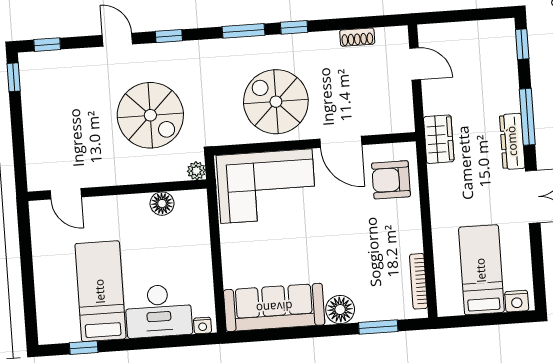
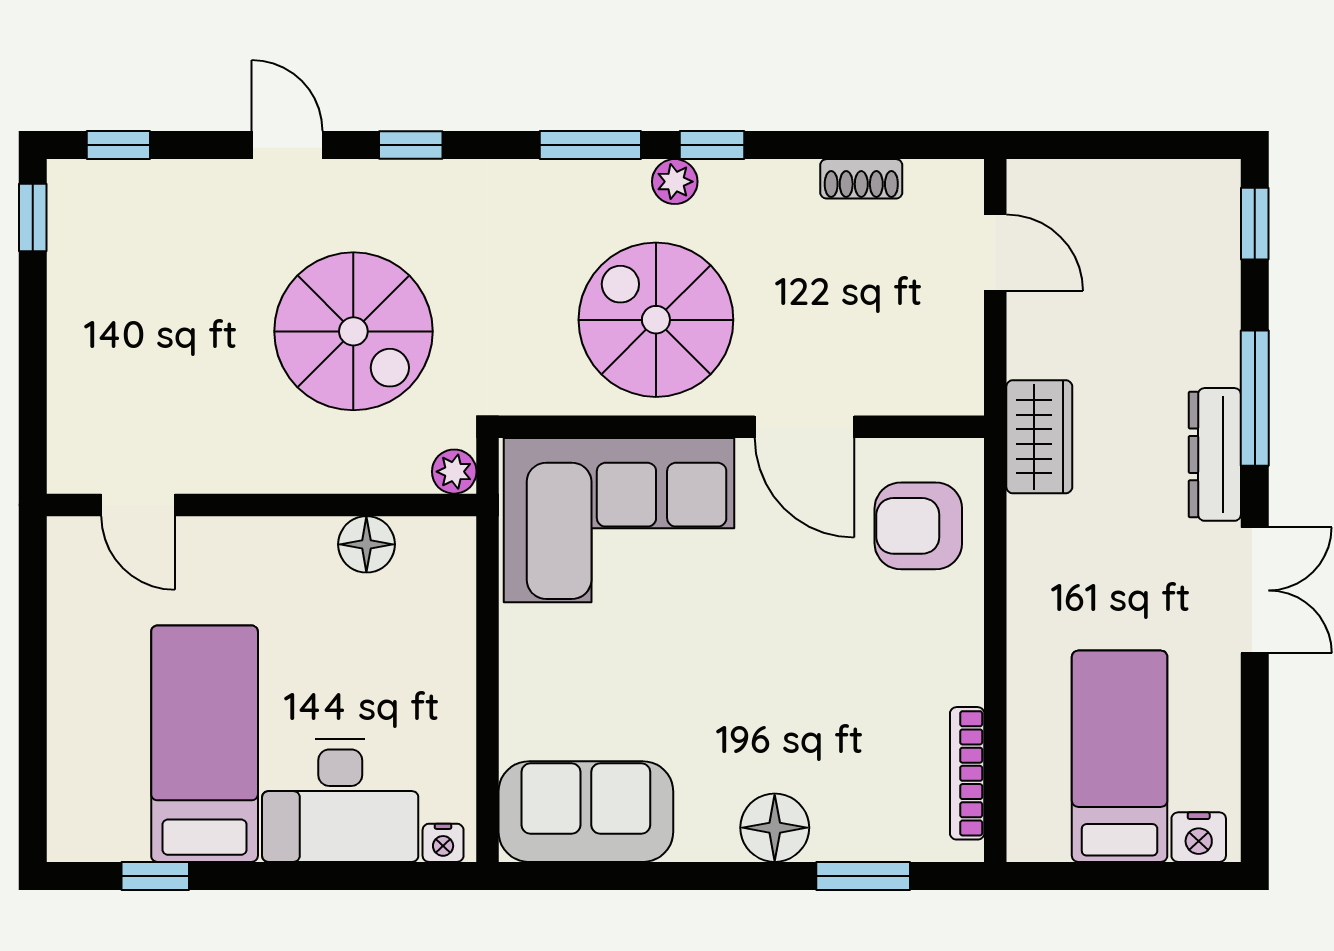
plant: (280, 44) -> (675, 182), added
sofa: (274, 307) -> (586, 812), width x0.73

